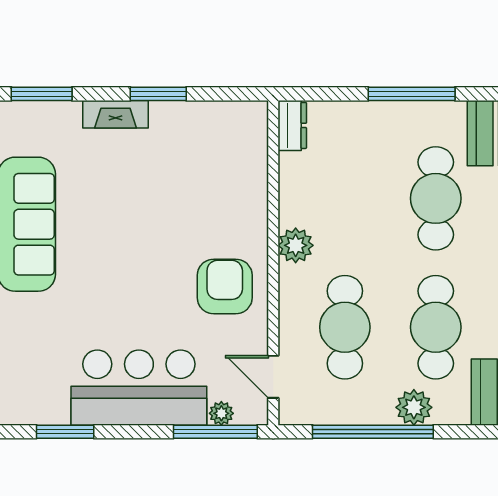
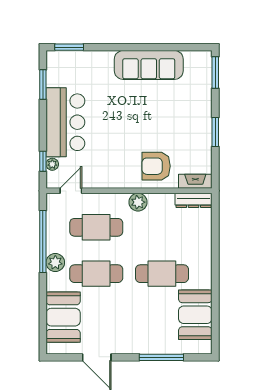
window: (412, 94) -> (215, 261), removed
fireplace: (115, 114) -> (195, 181), moved, turned 90
dresser: (292, 125) -> (194, 200), width x1.44
armchair: (225, 286) -> (156, 166), moved, turned 180
window: (215, 432) -> (43, 161), width x0.46

